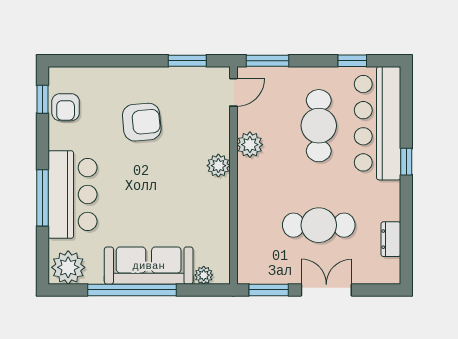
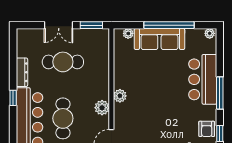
armchair: (66, 107) -> (207, 129), turned 180
armchair: (142, 122) -> (163, 120), removed
window: (42, 198) -> (220, 93), moved
dresser: (391, 239) -> (22, 72), moved, width x1.44
plant: (68, 267) -> (210, 33), width x0.53, depth x0.53

